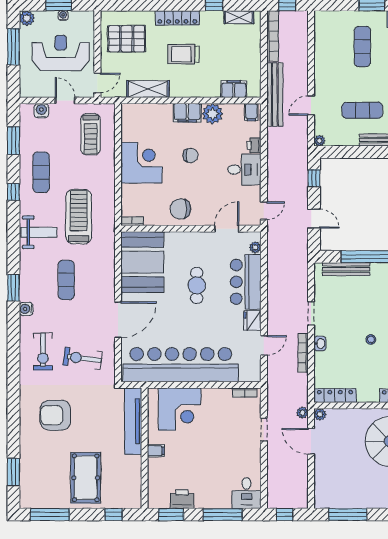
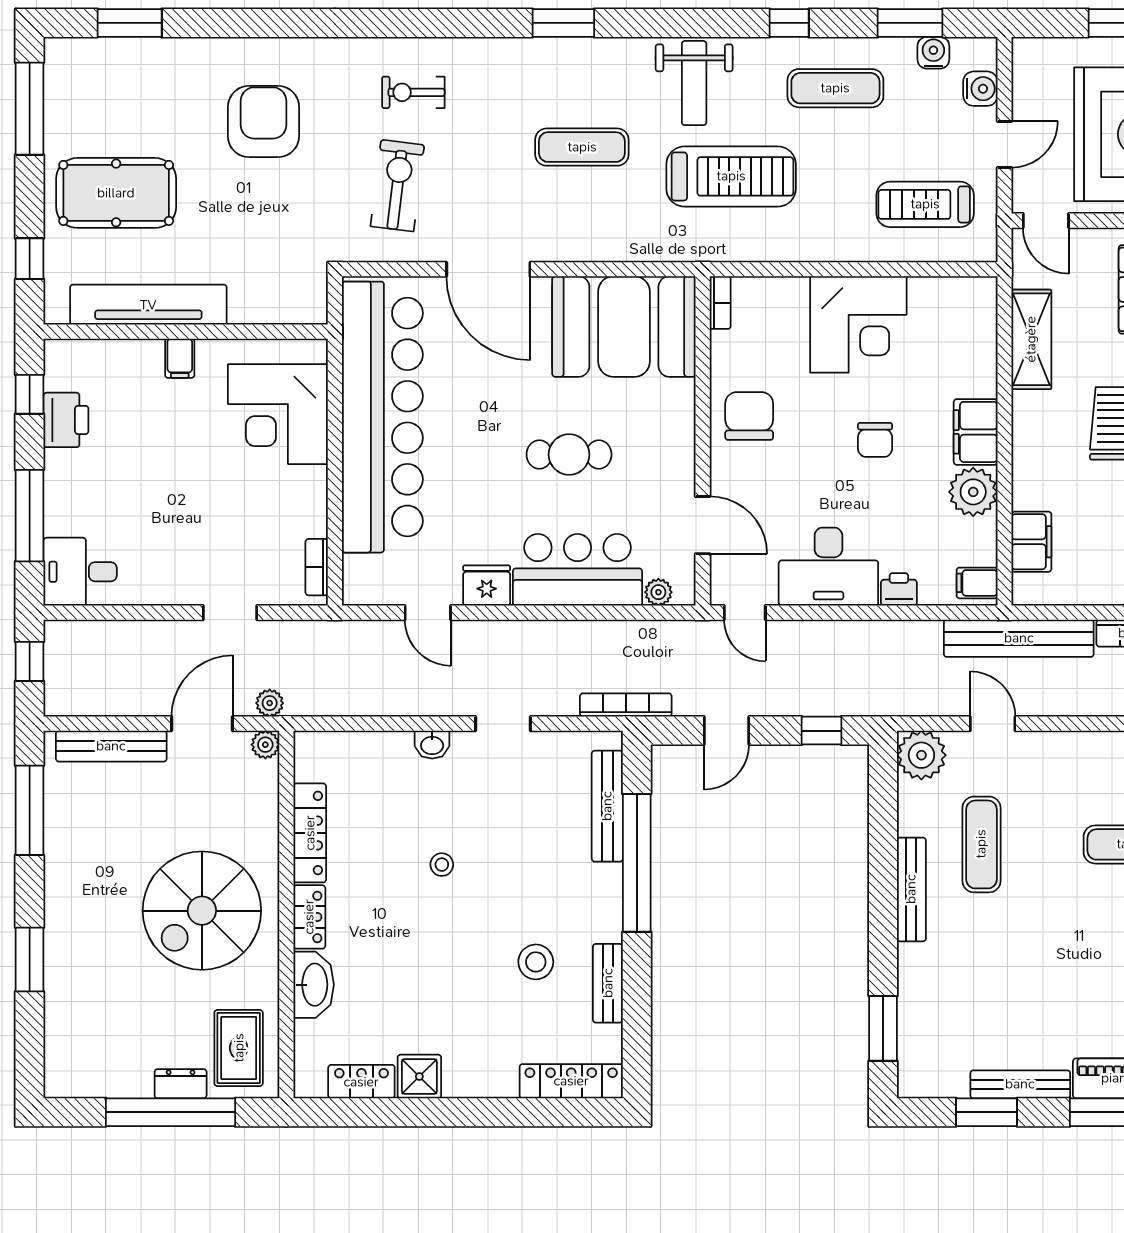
plant: (320, 141) -> (921, 755), width x1.88, depth x1.88
desk: (244, 170) -> (828, 567), width x1.37
water cooler: (26, 309) -> (933, 53), moved
exercise bike: (43, 352) -> (413, 92), width x0.73, depth x0.72
bookcase: (303, 353) -> (626, 705), moved
locker: (335, 396) -> (310, 833), moved
tv unit: (133, 421) -> (148, 305), moved
bench: (321, 480) -> (111, 746), added
window: (171, 515) -> (30, 394), width x0.67

